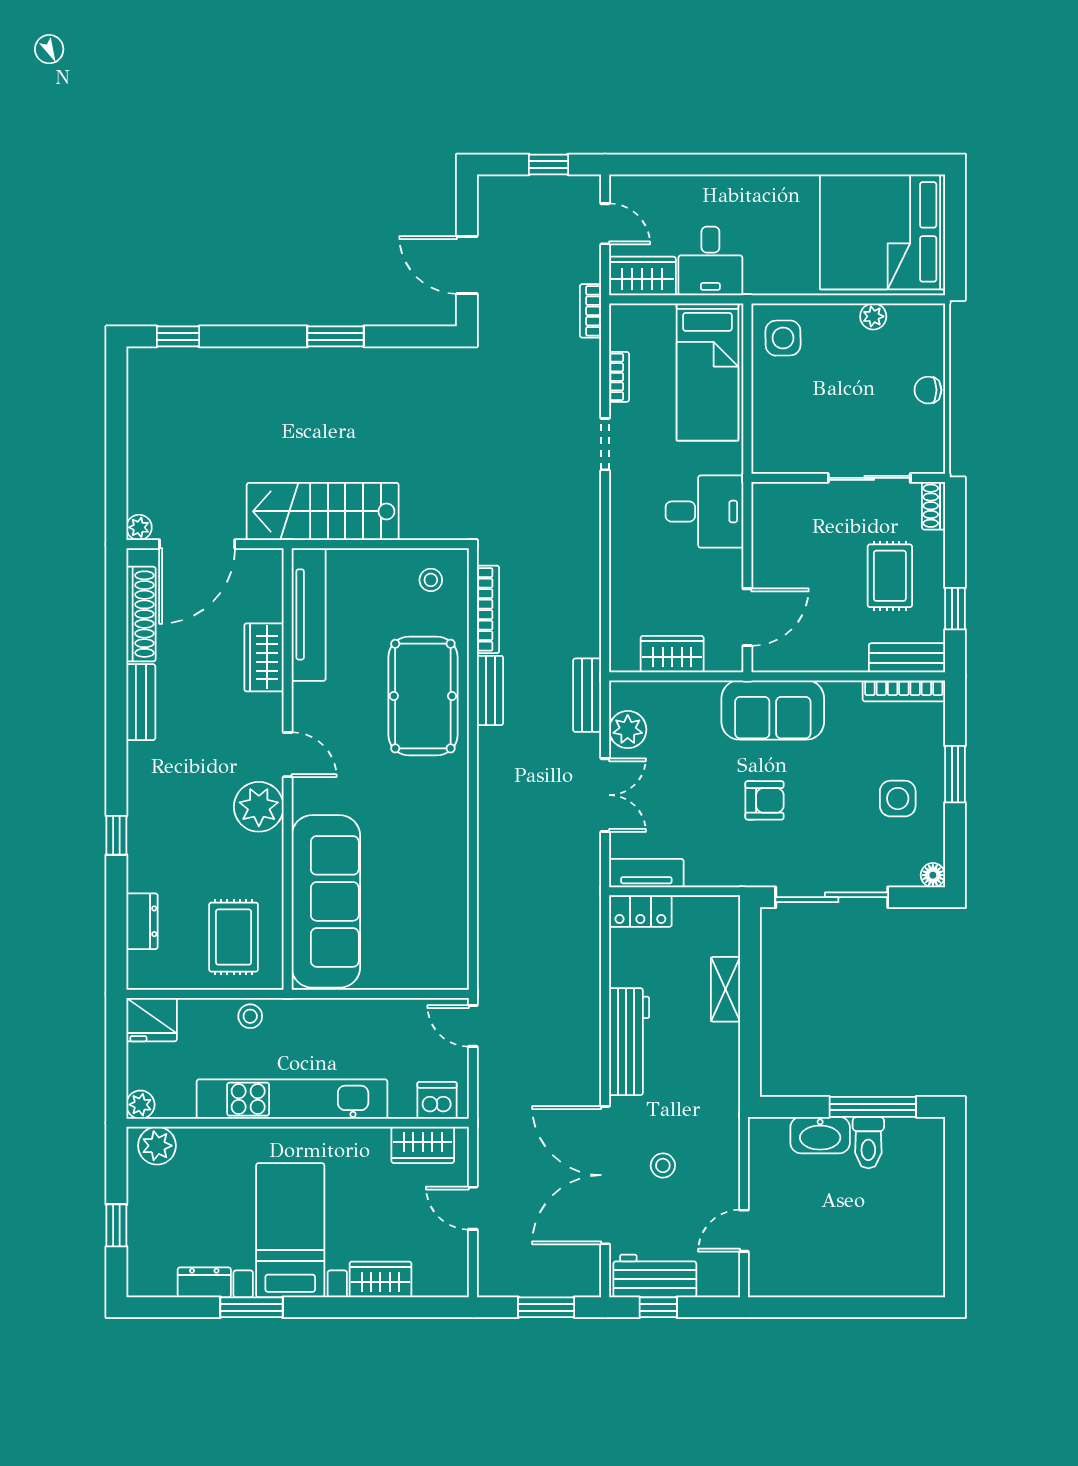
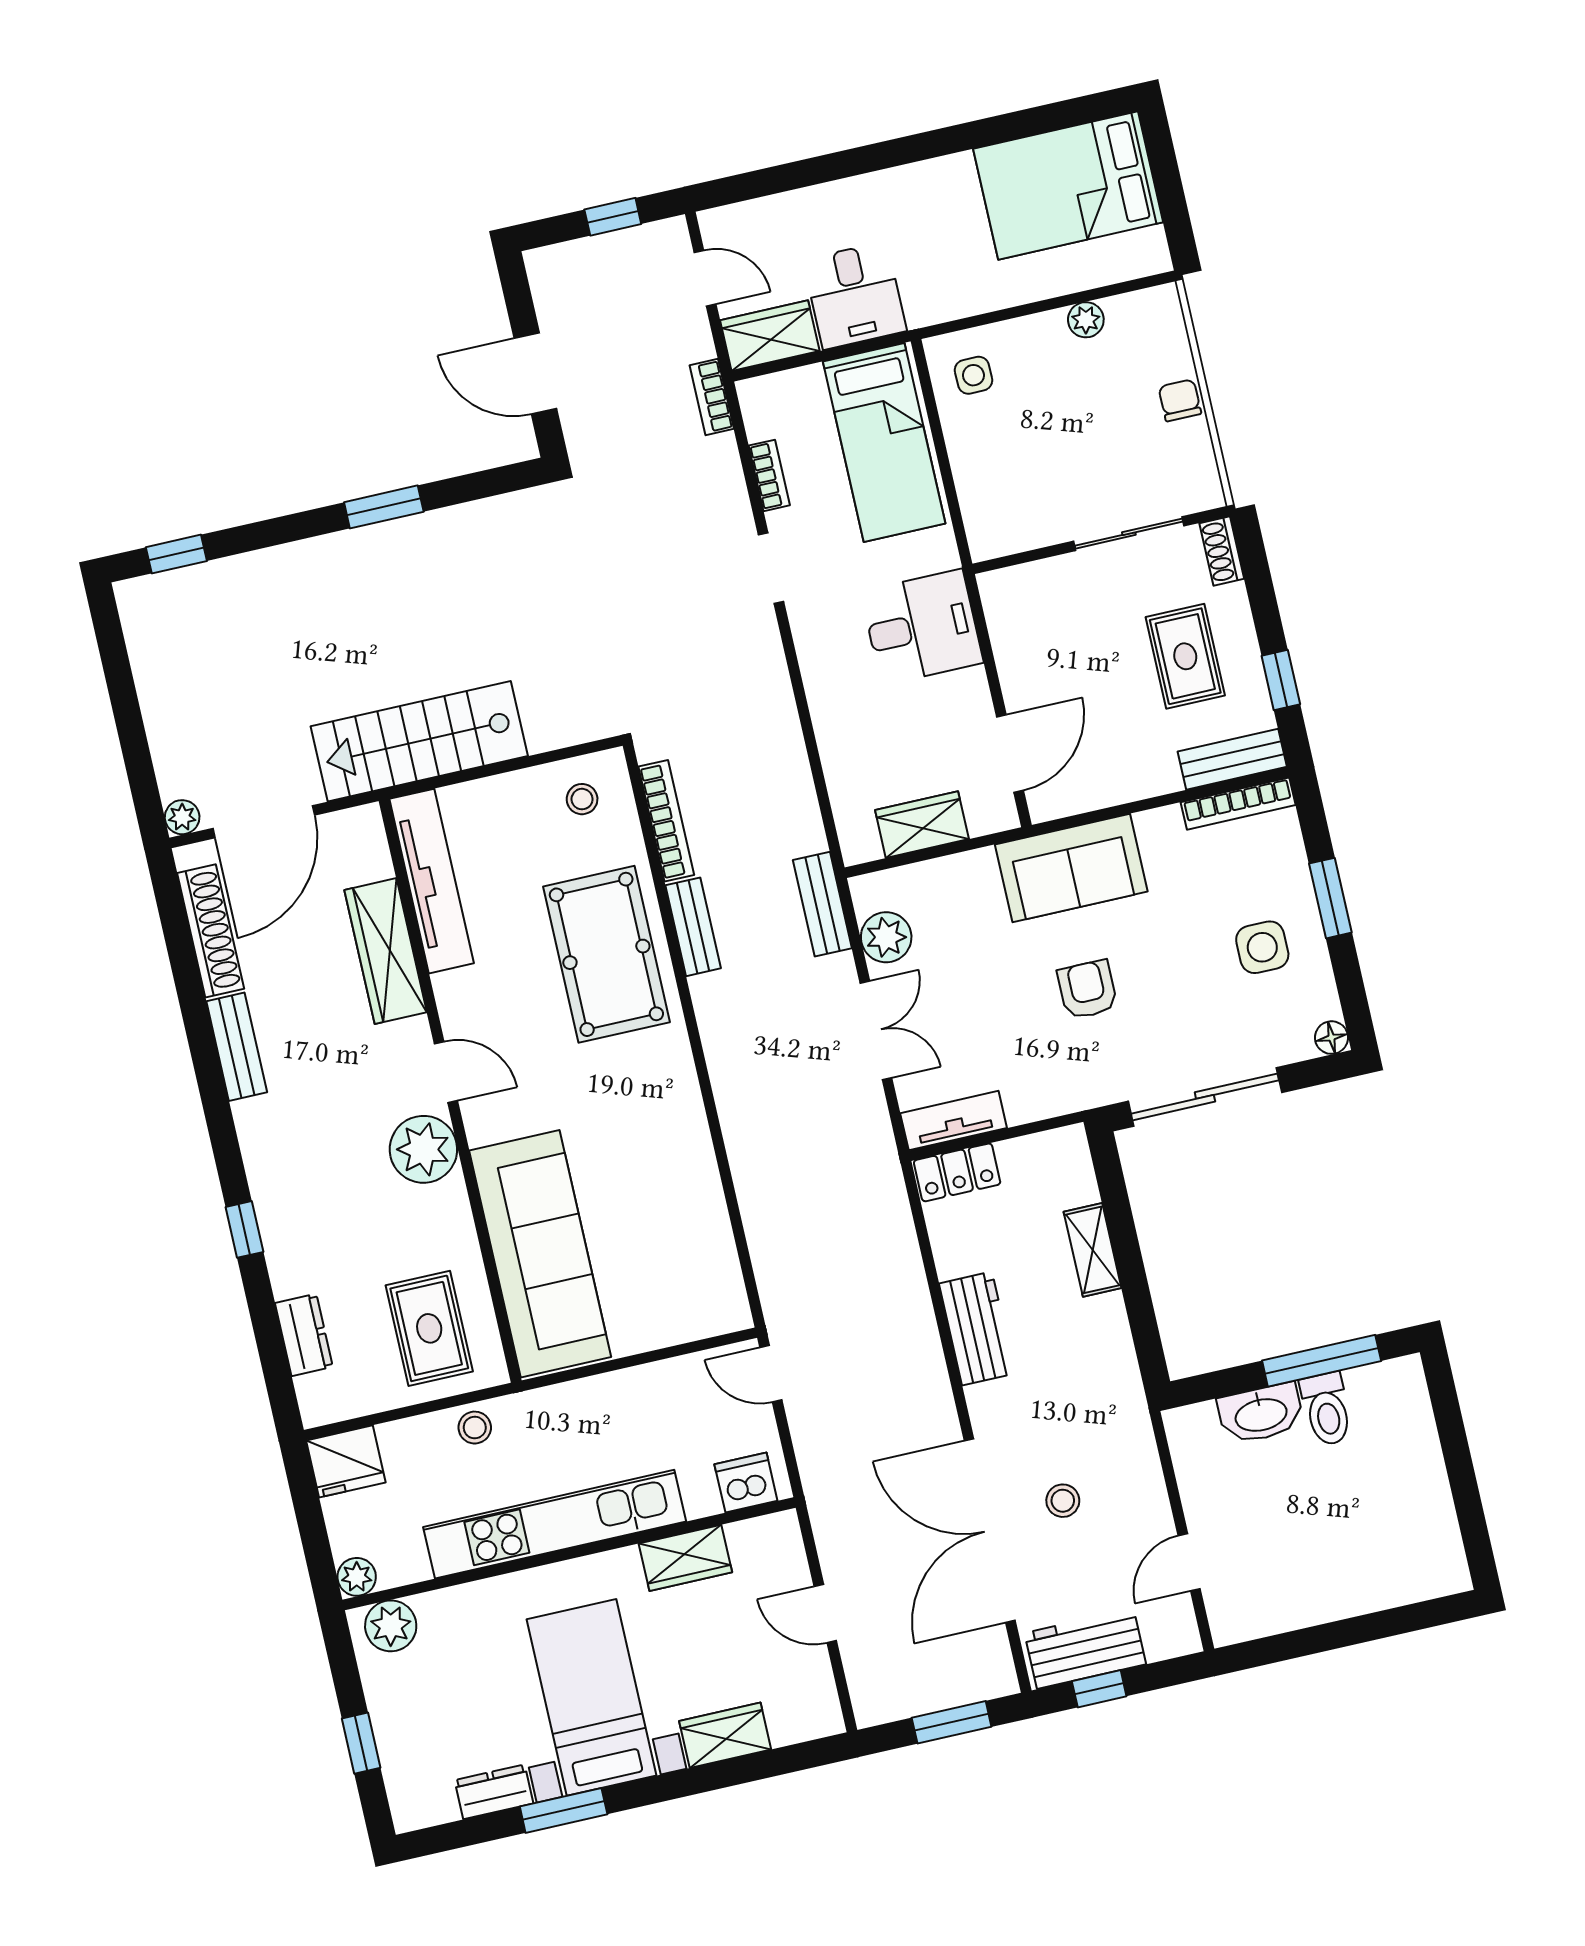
bed: (883, 232) -> (1068, 186), width x0.73
side table: (783, 338) -> (973, 375), width x0.73, depth x0.73
chair: (928, 390) -> (1180, 400), turned 90
wardrobe: (264, 657) -> (386, 951), width x1.50
armchair: (765, 800) -> (1087, 990), turned -90
workbench: (629, 1042) -> (977, 1328), width x0.73
wardrobe: (423, 1145) -> (685, 1558), moved

